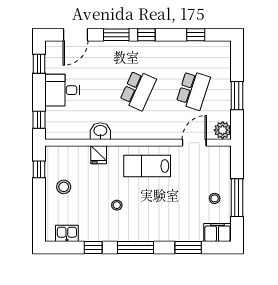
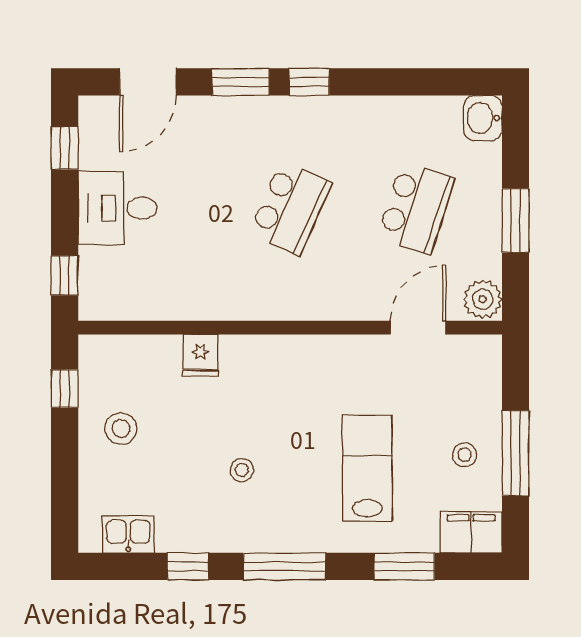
window: (196, 35) -> (422, 82), removed
washbasin: (100, 131) -> (483, 118), moved, turned -90
lab bench: (147, 166) -> (367, 468), moved, turned 90

